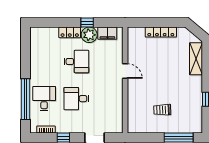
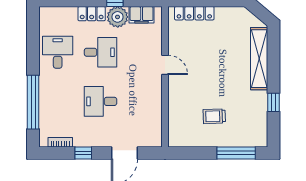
locker: (161, 32) -> (194, 13), moved
shelving: (196, 59) -> (259, 59), width x1.47
desk: (44, 99) -> (58, 52), moved

